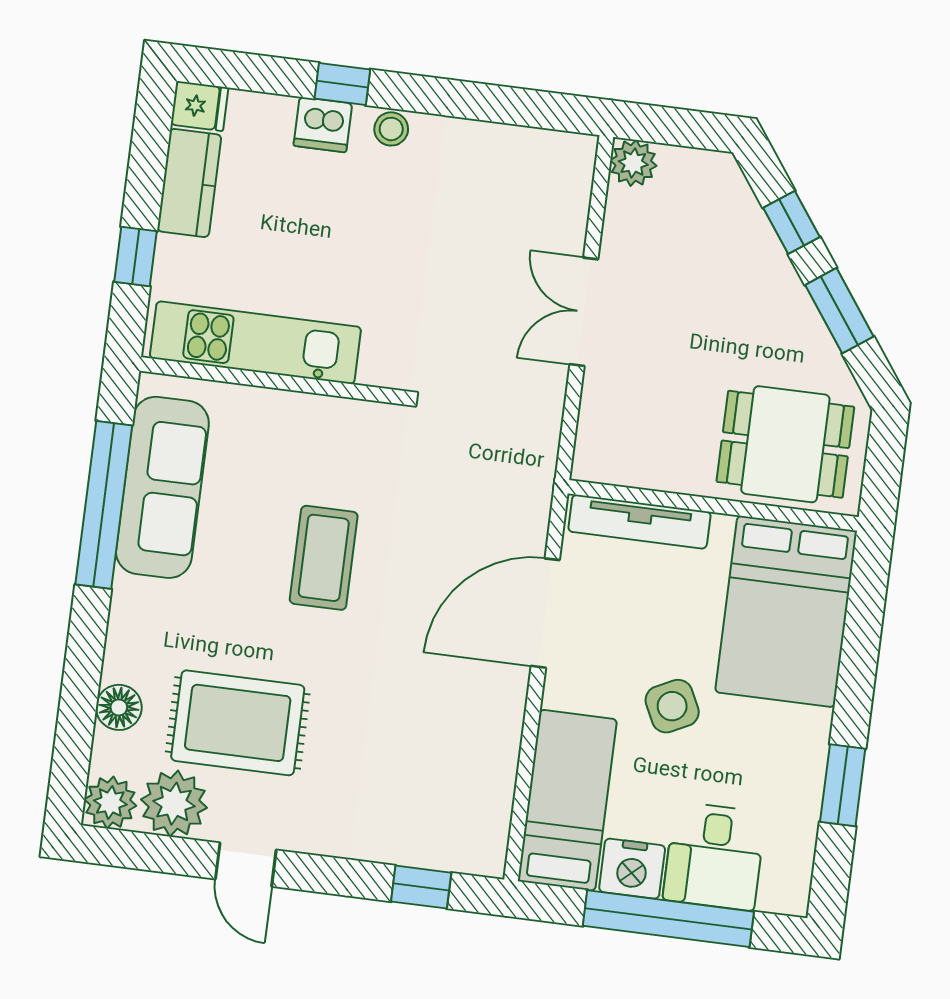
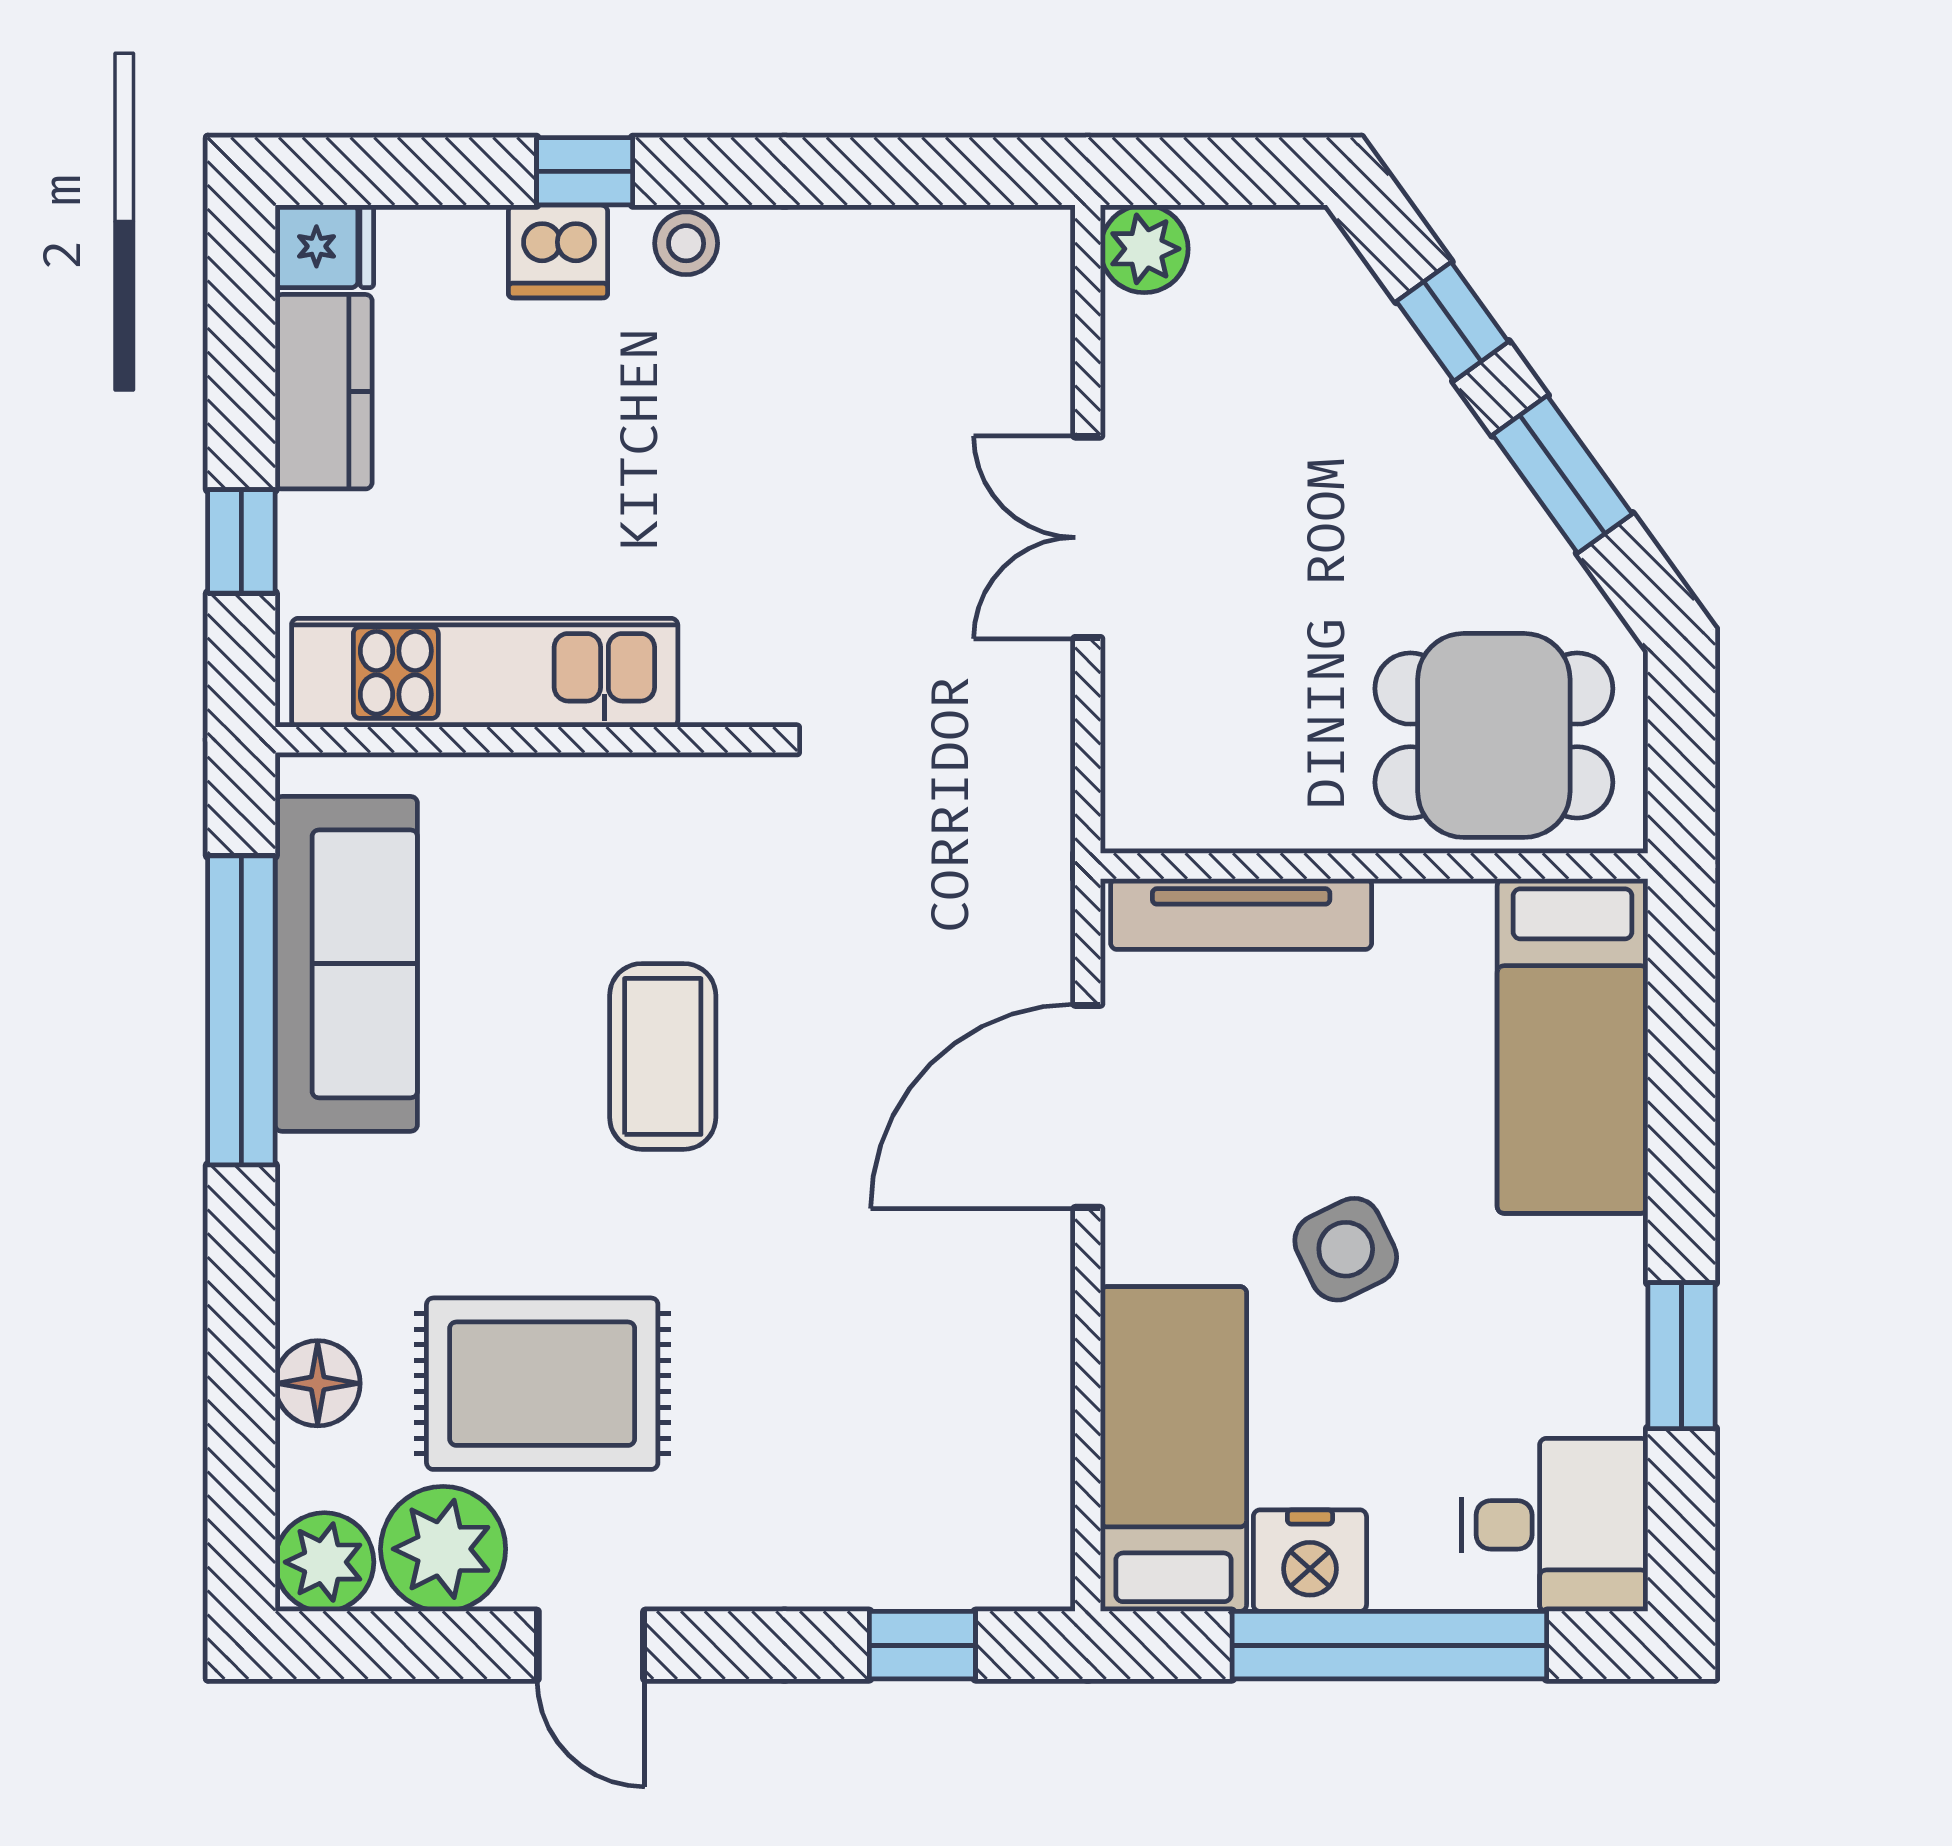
bed: (786, 611) -> (1573, 1046), width x0.67
desk: (714, 856) -> (1555, 1525), moved, turned -90

